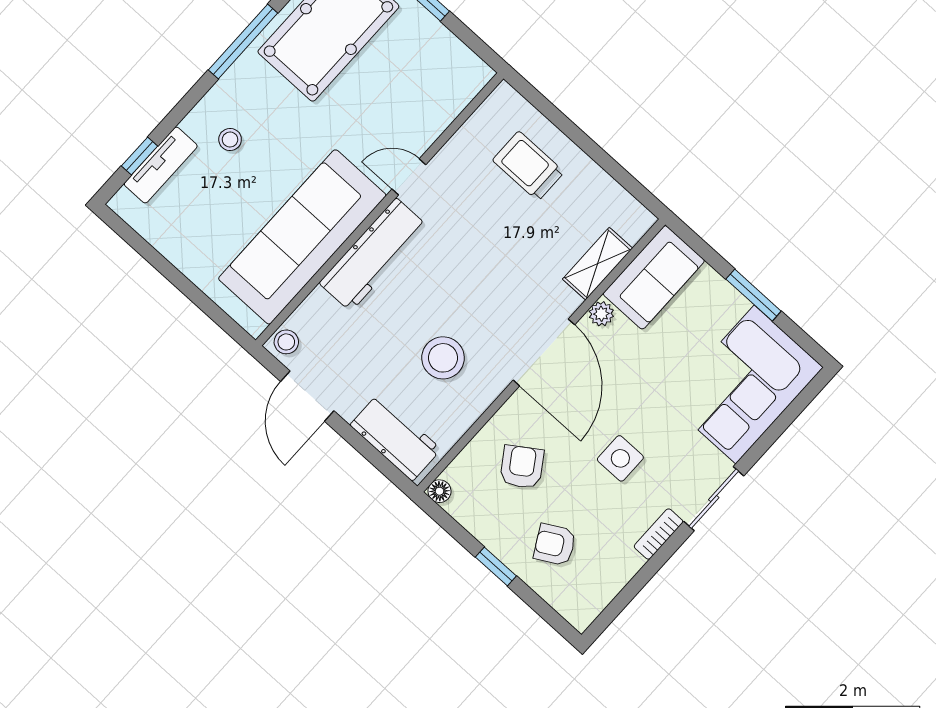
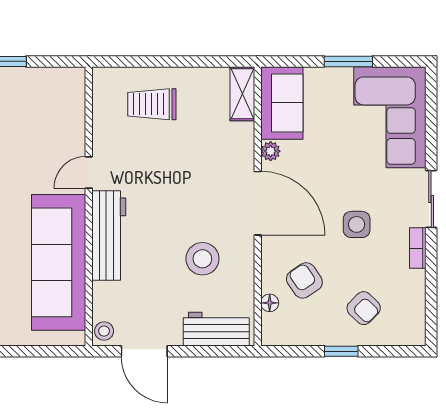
shelving: (597, 264) -> (242, 94), moved
floor lamp: (439, 491) -> (270, 303), moved
armchair: (555, 545) -> (364, 308), turned -107

